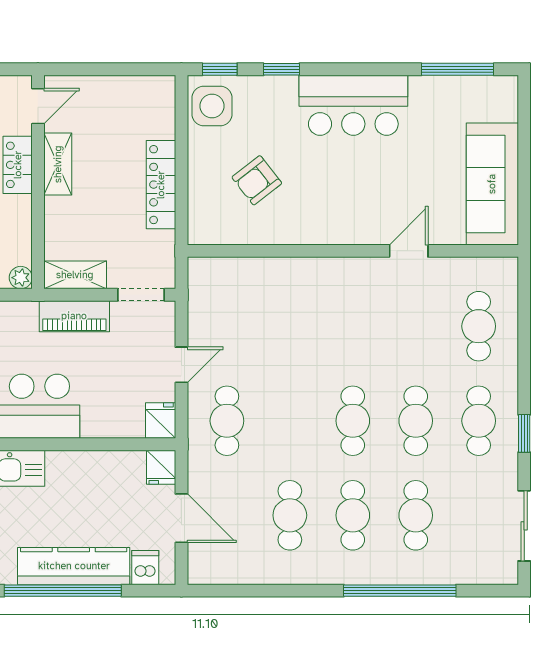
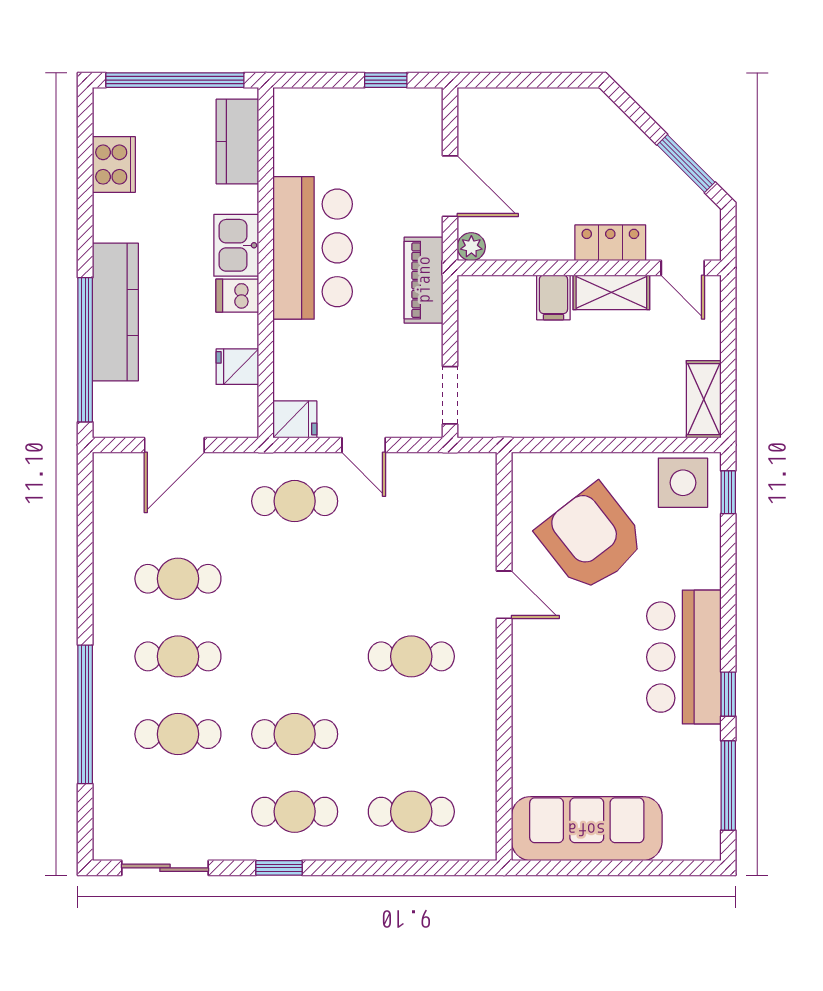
window: (281, 69) -> (728, 694), moved
armchair: (257, 180) -> (591, 538), width x1.88, depth x1.88
locker: (161, 185) -> (586, 420), removed
filing cabinet: (62, 211) -> (553, 297), added
door: (409, 251) -> (504, 595), moved
shelving: (75, 275) -> (704, 399), moved
piano: (74, 316) -> (424, 280), moved
cafe table: (353, 421) -> (411, 656), moved
fridge: (161, 467) -> (237, 367), moved
dishwasher: (145, 568) -> (237, 296), moved, turned 180
window: (63, 591) -> (85, 350), moved

